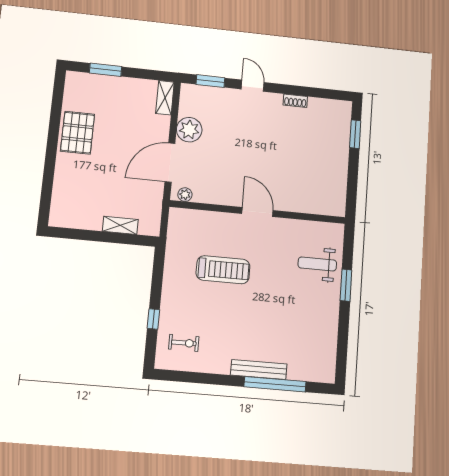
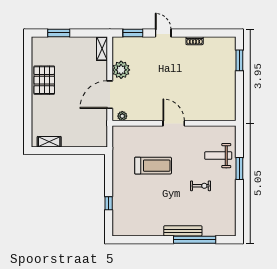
shelving: (120, 225) -> (49, 142), moved
exercise bike: (184, 343) -> (201, 186), moved

